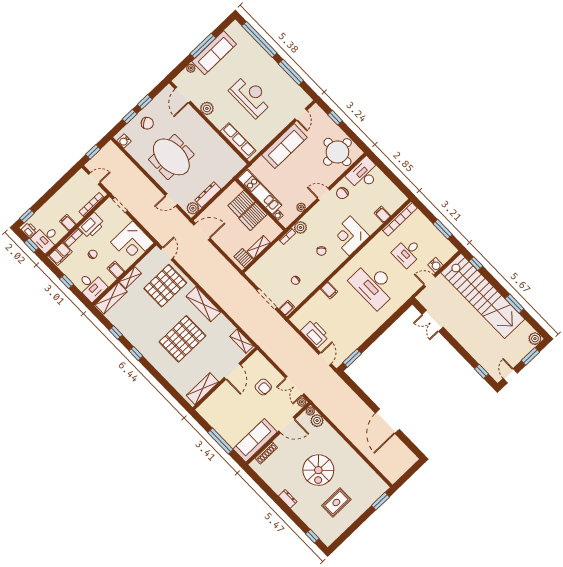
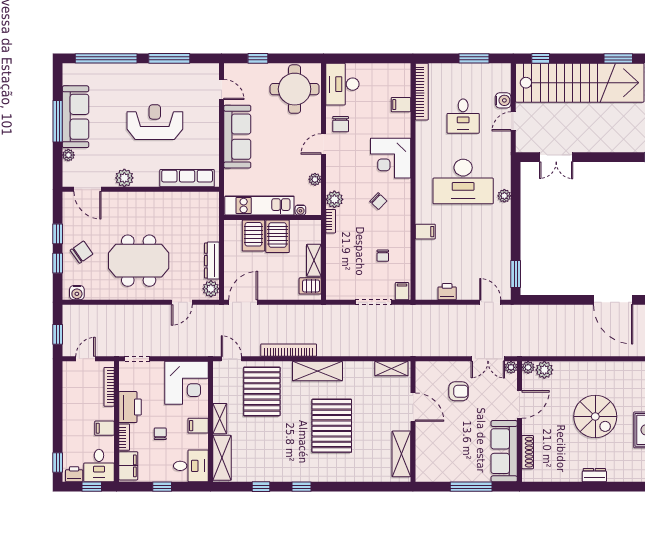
bookcase: (200, 279) -> (289, 350), added
plant: (387, 313) -> (504, 196), added
printer: (315, 334) -> (447, 292), width x0.53, depth x0.68

